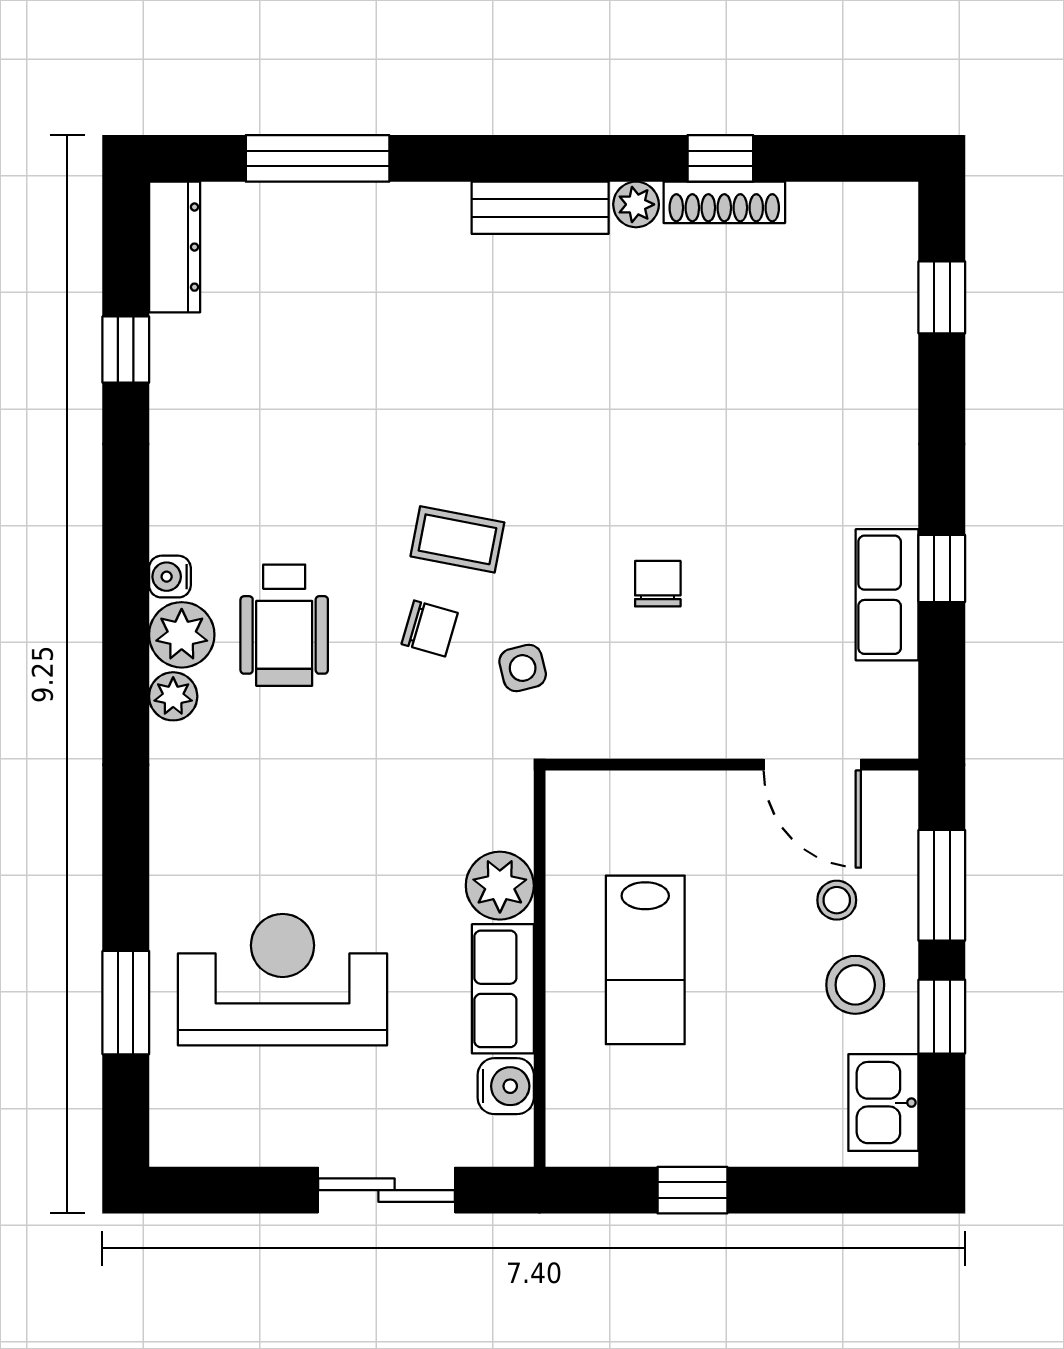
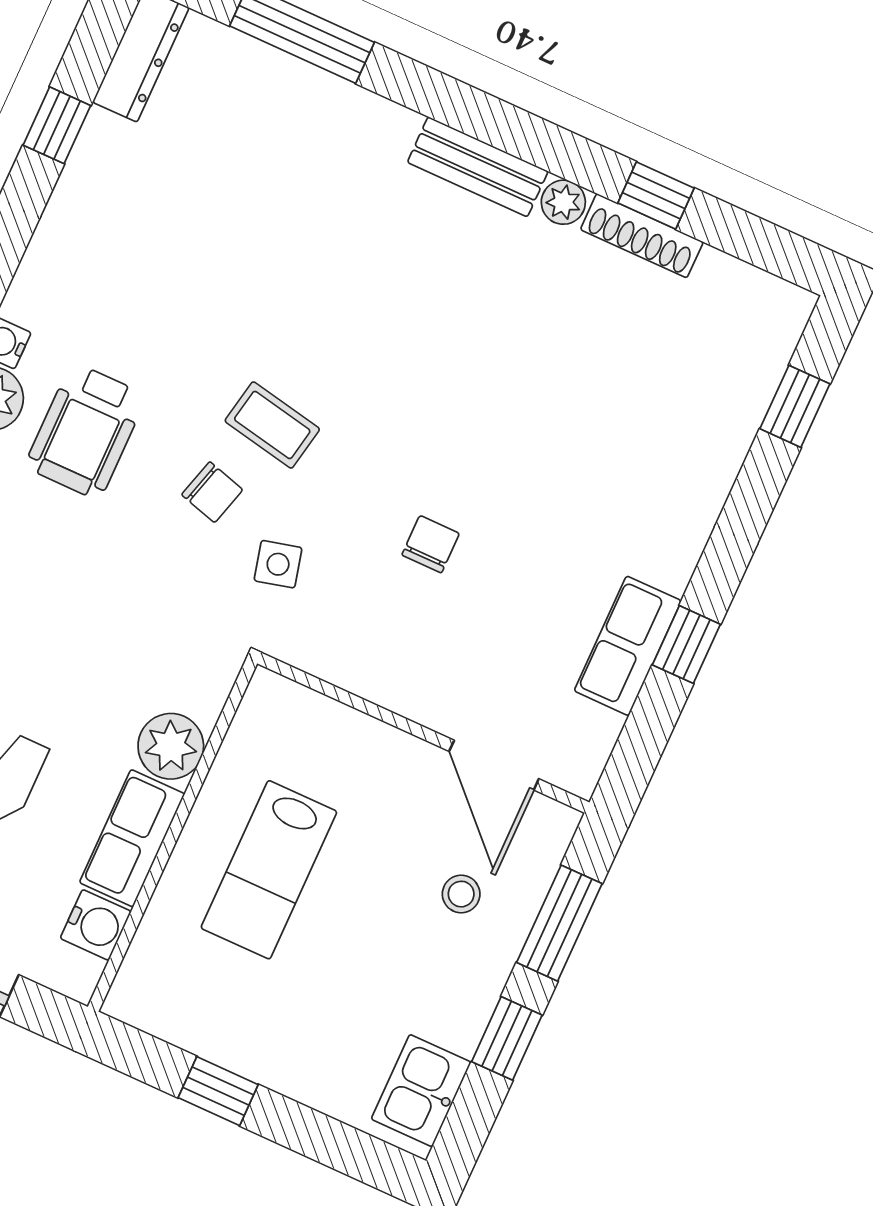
stool: (855, 985) -> (443, 976), removed

